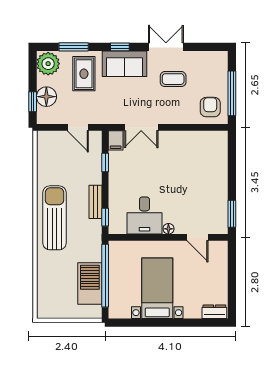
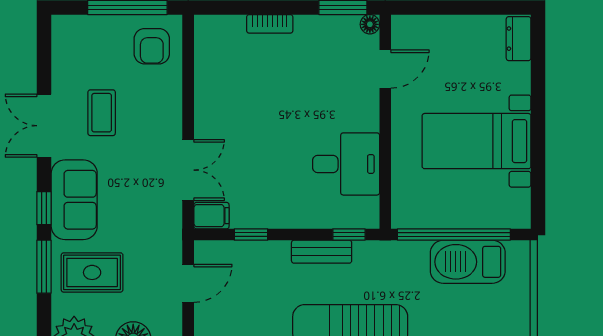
window: (74, 47) -> (44, 267), moved
armchair: (210, 107) -> (152, 46), turned -90
bookcase: (223, 173) -> (270, 24), added
floor lamp: (168, 229) -> (370, 24), moved

